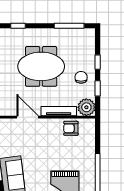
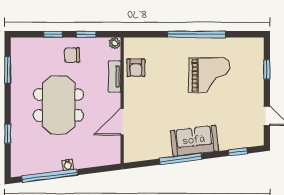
window: (69, 26) -> (8, 70), width x0.69
plant: (86, 107) -> (115, 43), width x0.53, depth x0.53
tv unit: (59, 111) -> (115, 77), width x0.71

